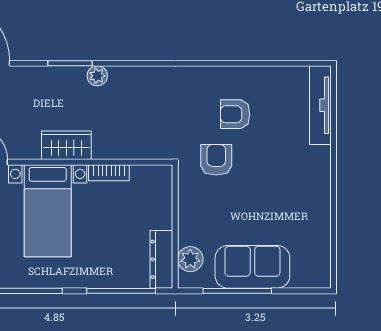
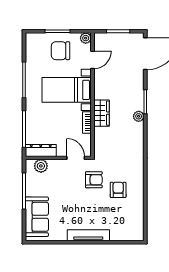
tv unit: (320, 105) -> (88, 235), moved
wardrobe: (66, 145) -> (102, 113), moved
door: (175, 194) -> (76, 158), added
sofa: (252, 267) -> (37, 217), moved

